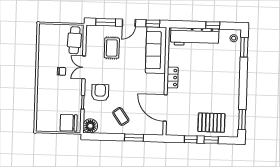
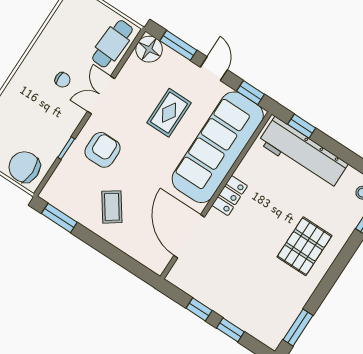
door: (129, 23) -> (214, 69), swing flipped
window: (213, 25) -> (302, 126), moved
rug: (112, 48) -> (169, 113), moved
sofa: (156, 50) -> (218, 147), width x1.36, depth x1.27
pallet: (211, 123) -> (304, 246), moved, turned 90
floor lamp: (90, 126) -> (149, 49), moved
window: (134, 138) -> (59, 218), moved

